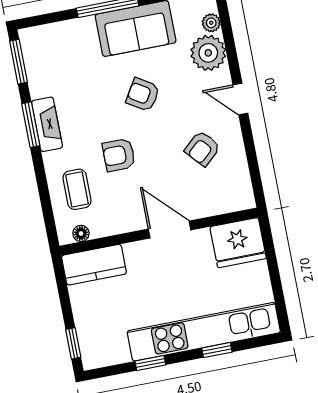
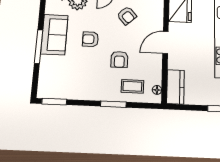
armchair: (143, 95) -> (90, 39), turned 58
fireplace: (47, 124) -> (93, 94), removed
window: (31, 125) -> (113, 104), moved

